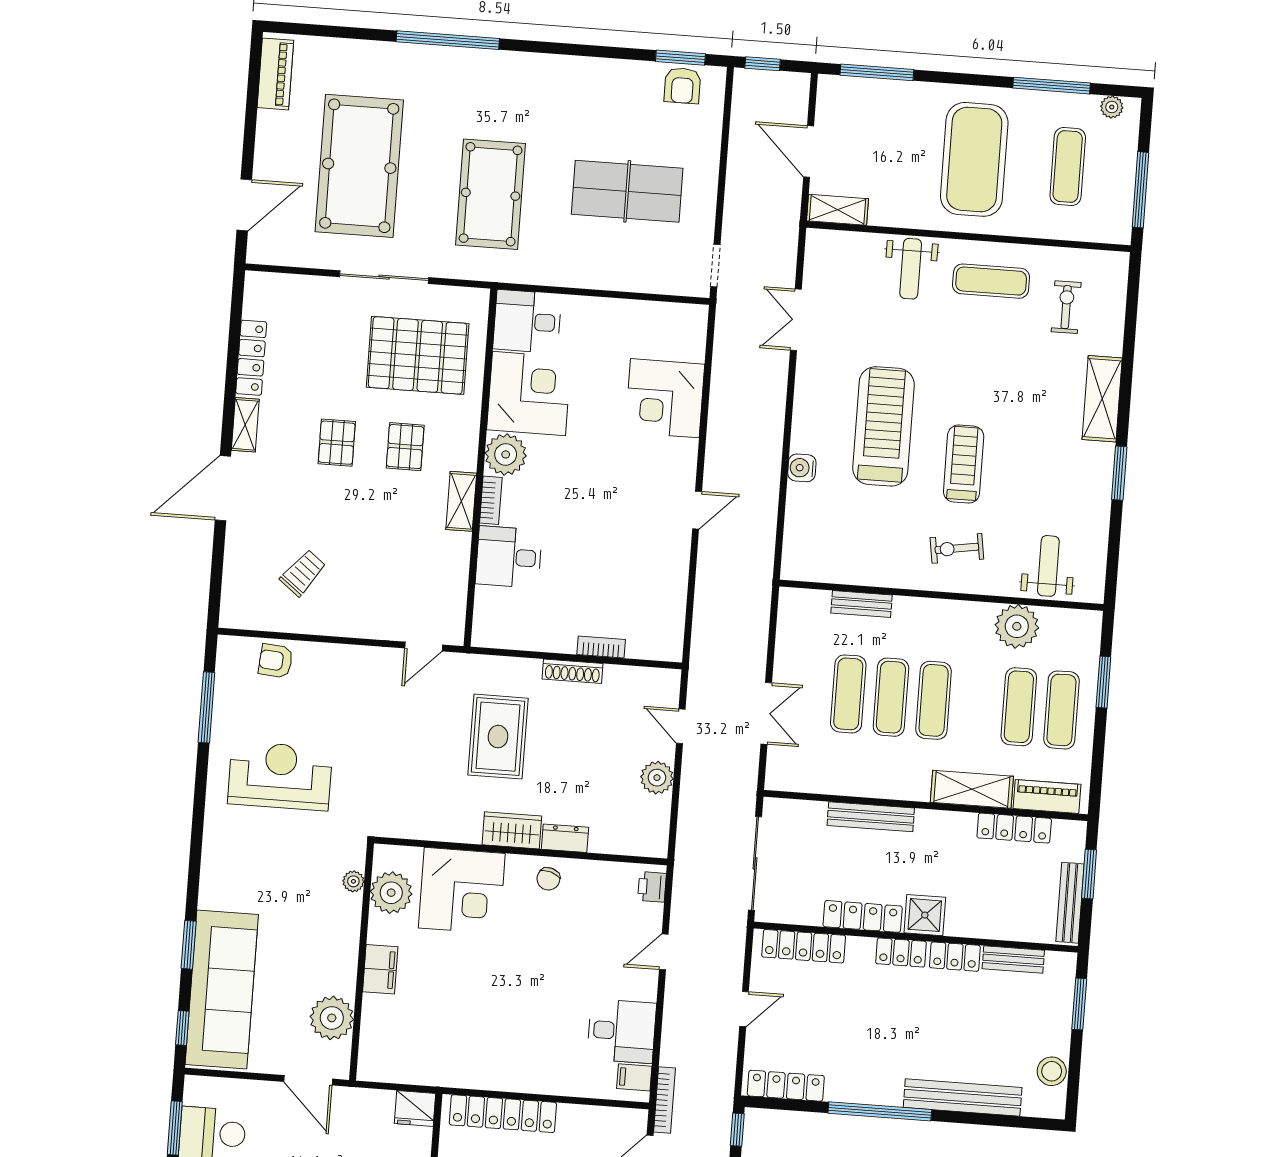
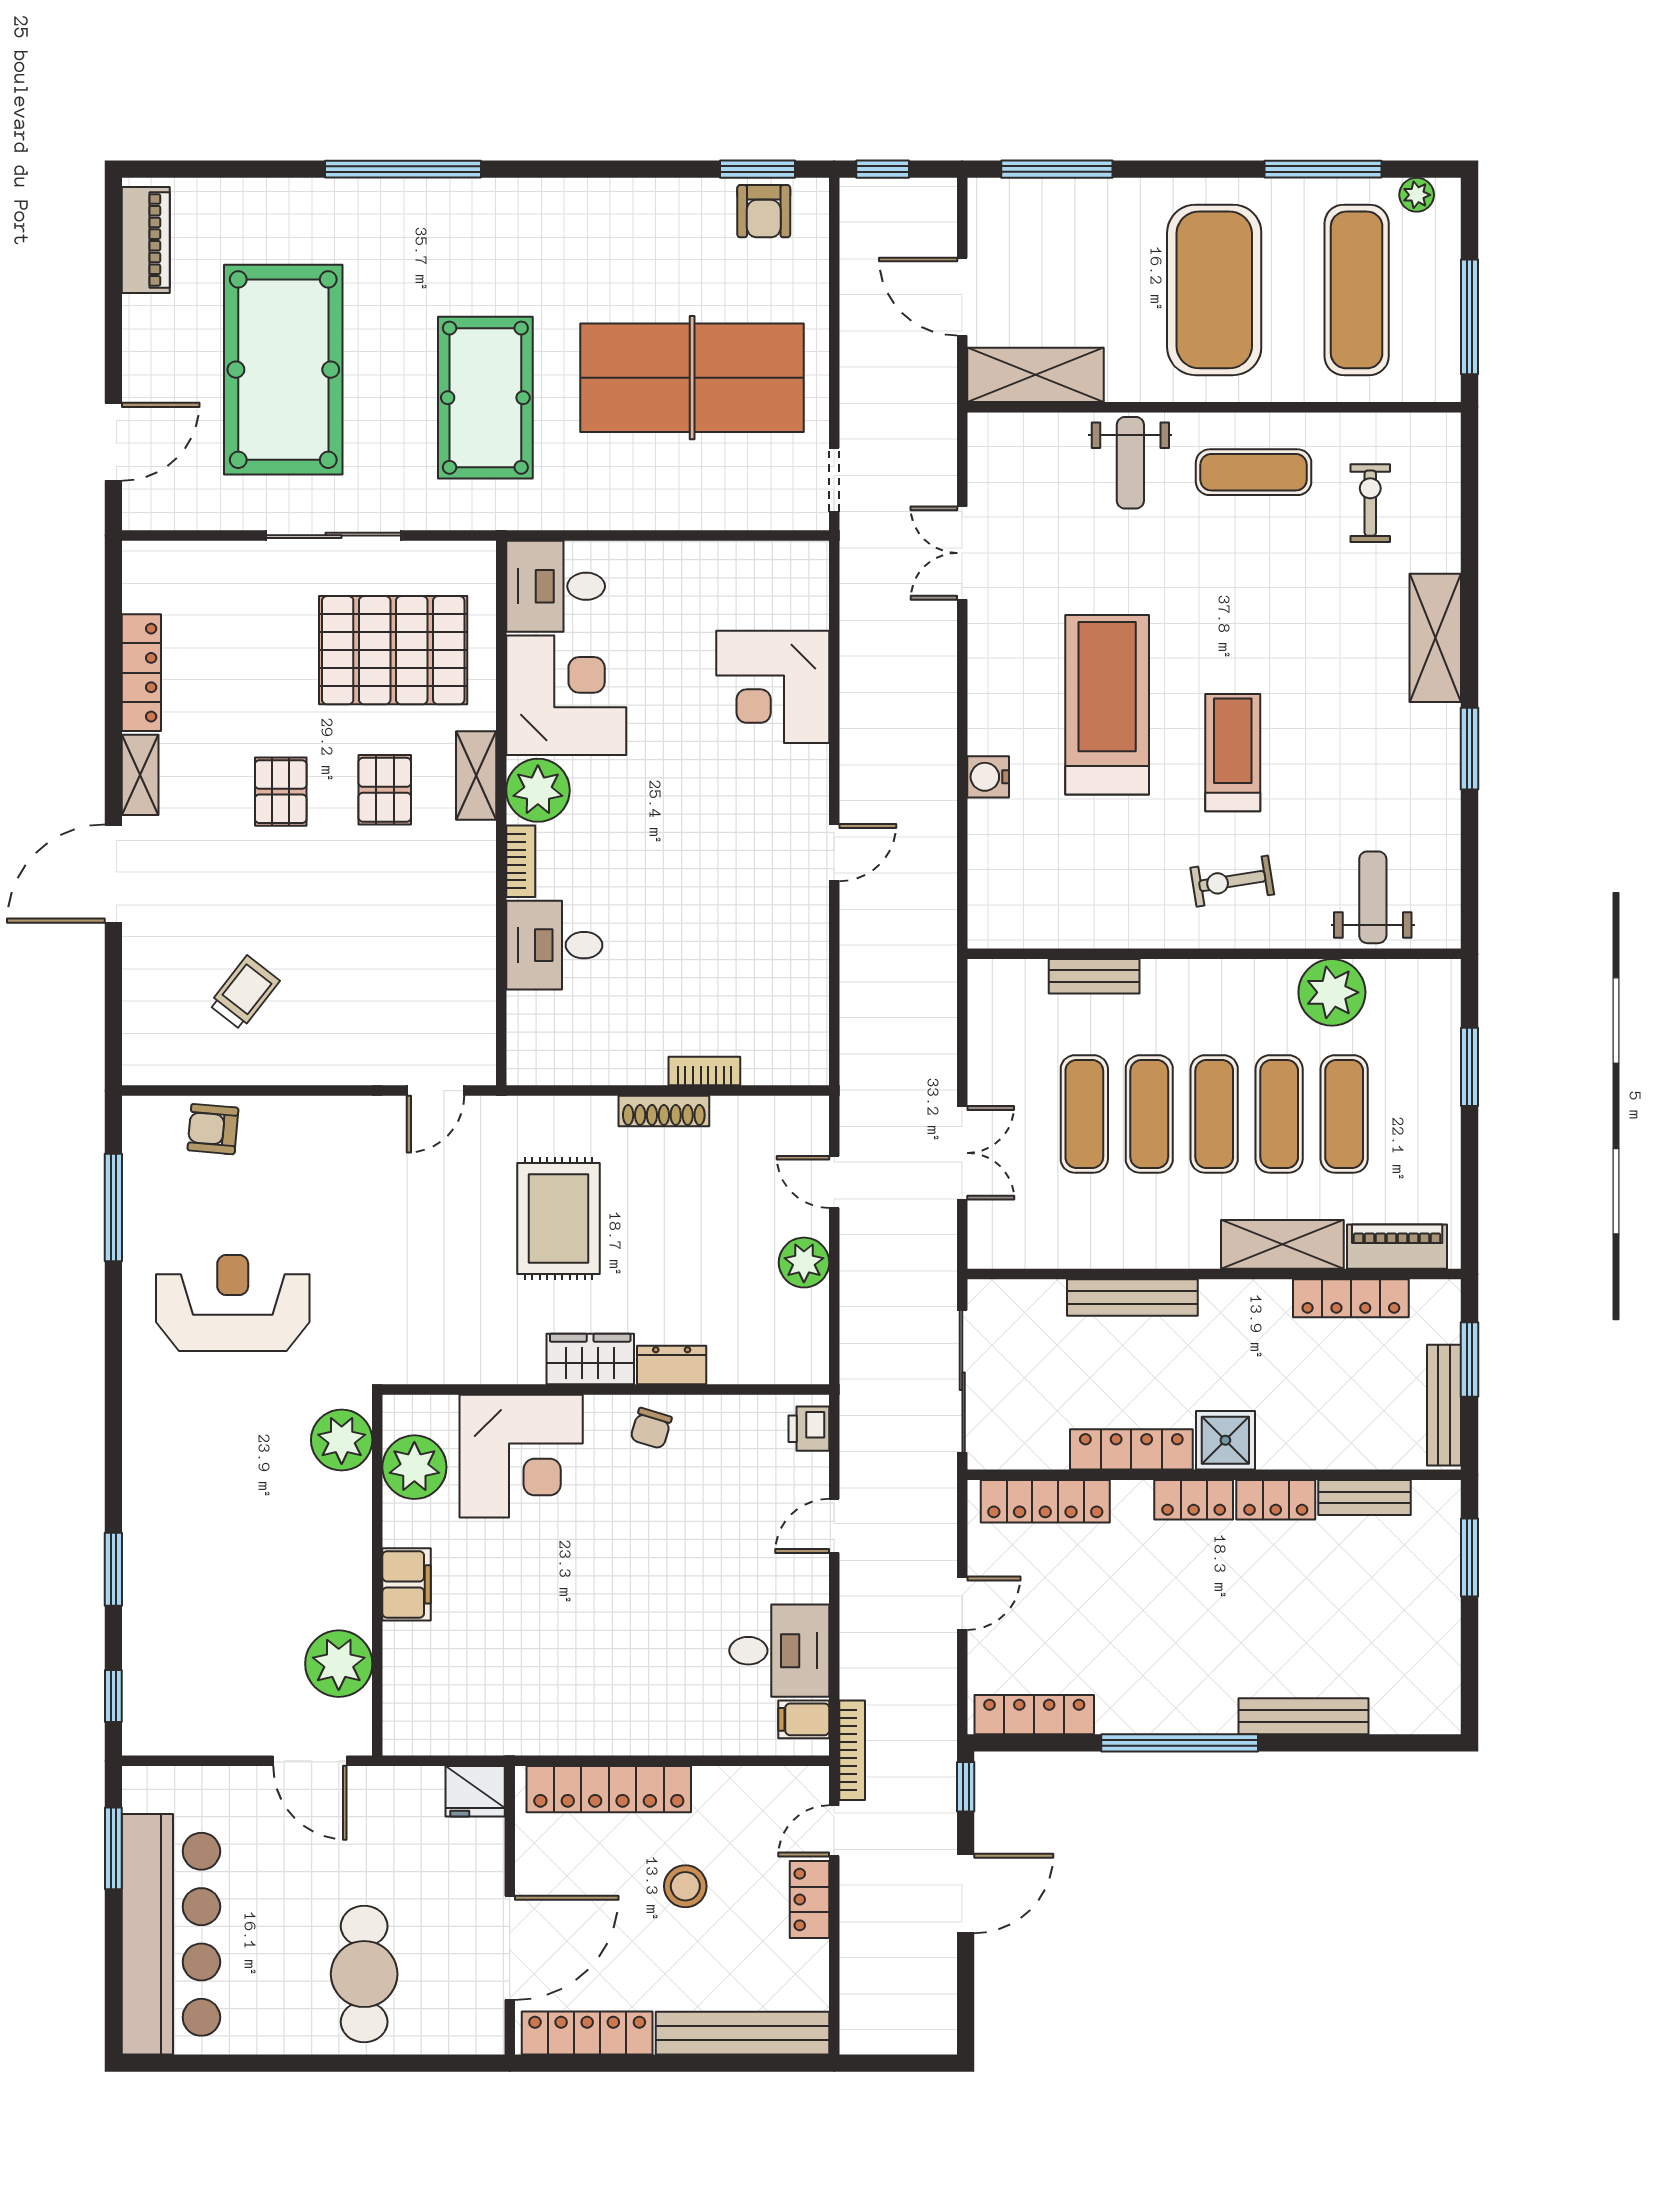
exercise mat: (1068, 166) -> (1357, 290), width x1.36, depth x1.45
table tennis table: (627, 191) -> (692, 378), width x1.36, depth x1.32
shelving: (838, 210) -> (1036, 375), width x1.50, depth x1.33
shelving: (461, 501) -> (476, 776), moved
exercise mat: (1061, 710) -> (1279, 1114), moved
plant: (353, 881) -> (342, 1440), width x1.88, depth x1.88
sofa: (222, 989) -> (169, 1633), removed
stool: (1052, 1071) -> (1435, 1662), removed
bench: (963, 1097) -> (1303, 1716), width x0.73, depth x0.82

